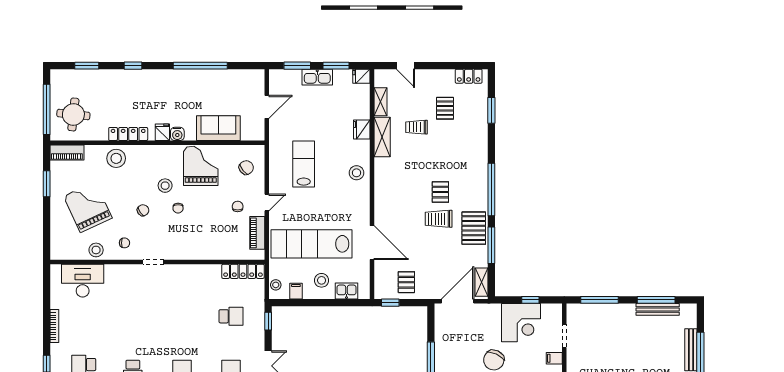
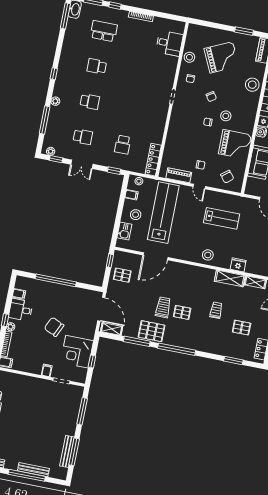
trolley: (416, 127) -> (216, 310), moved
desk: (83, 281) -> (169, 43), width x0.73

